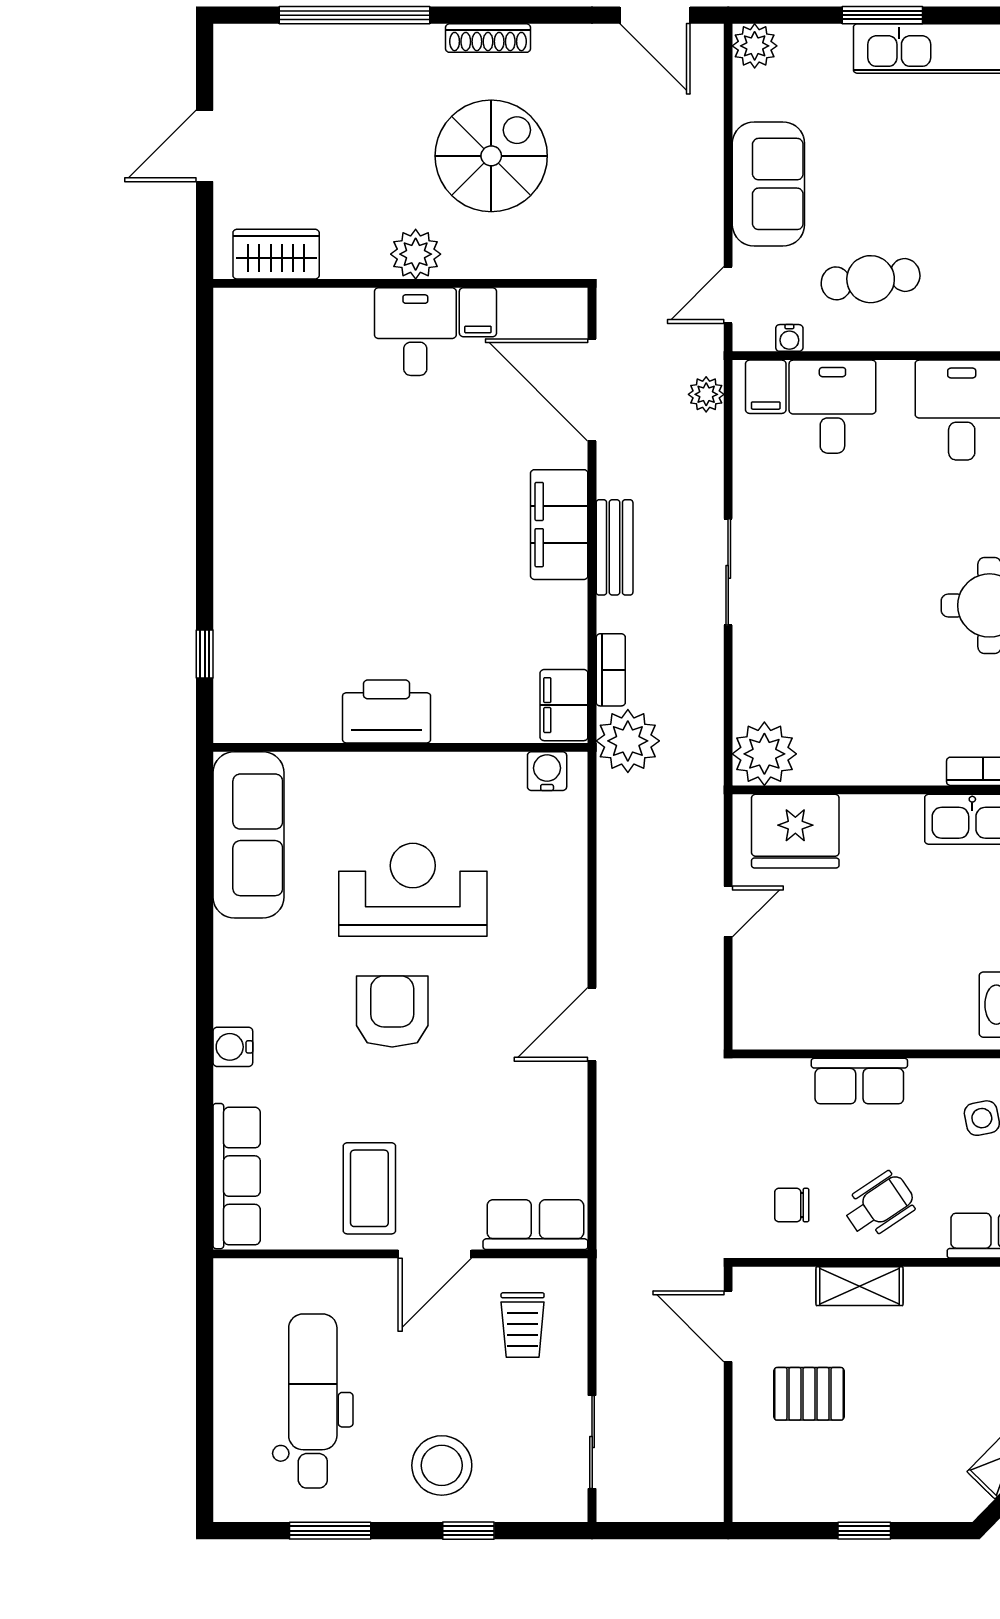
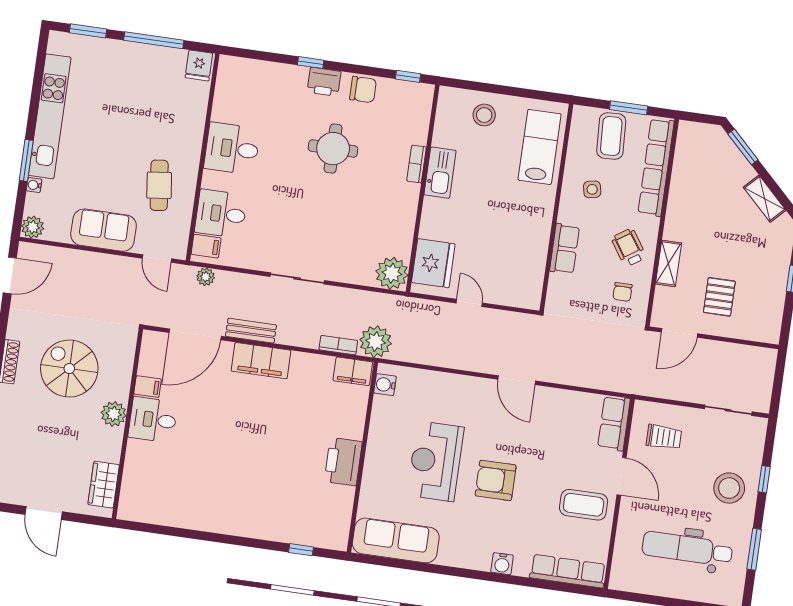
water cooler: (789, 338) -> (34, 185), moved, turned 180
bench: (615, 547) -> (251, 331), moved

